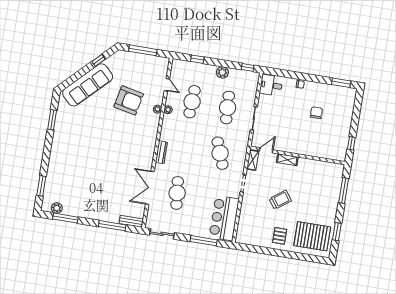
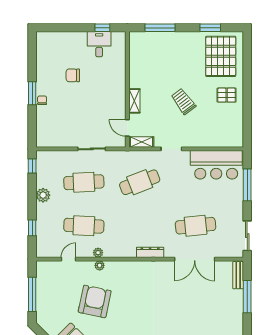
window: (341, 83) -> (32, 93), moved
desk: (271, 85) -> (99, 44), moved, turned 180

